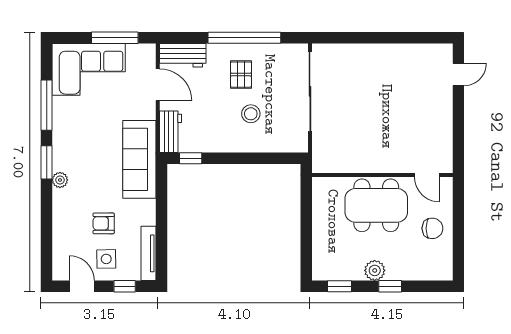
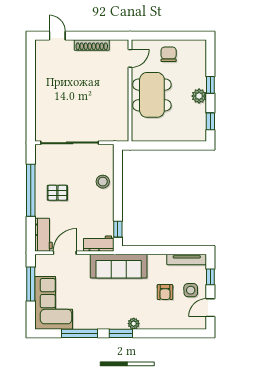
stool: (251, 114) -> (103, 182), moved
shoe rack: (445, 122) -> (92, 45), added

